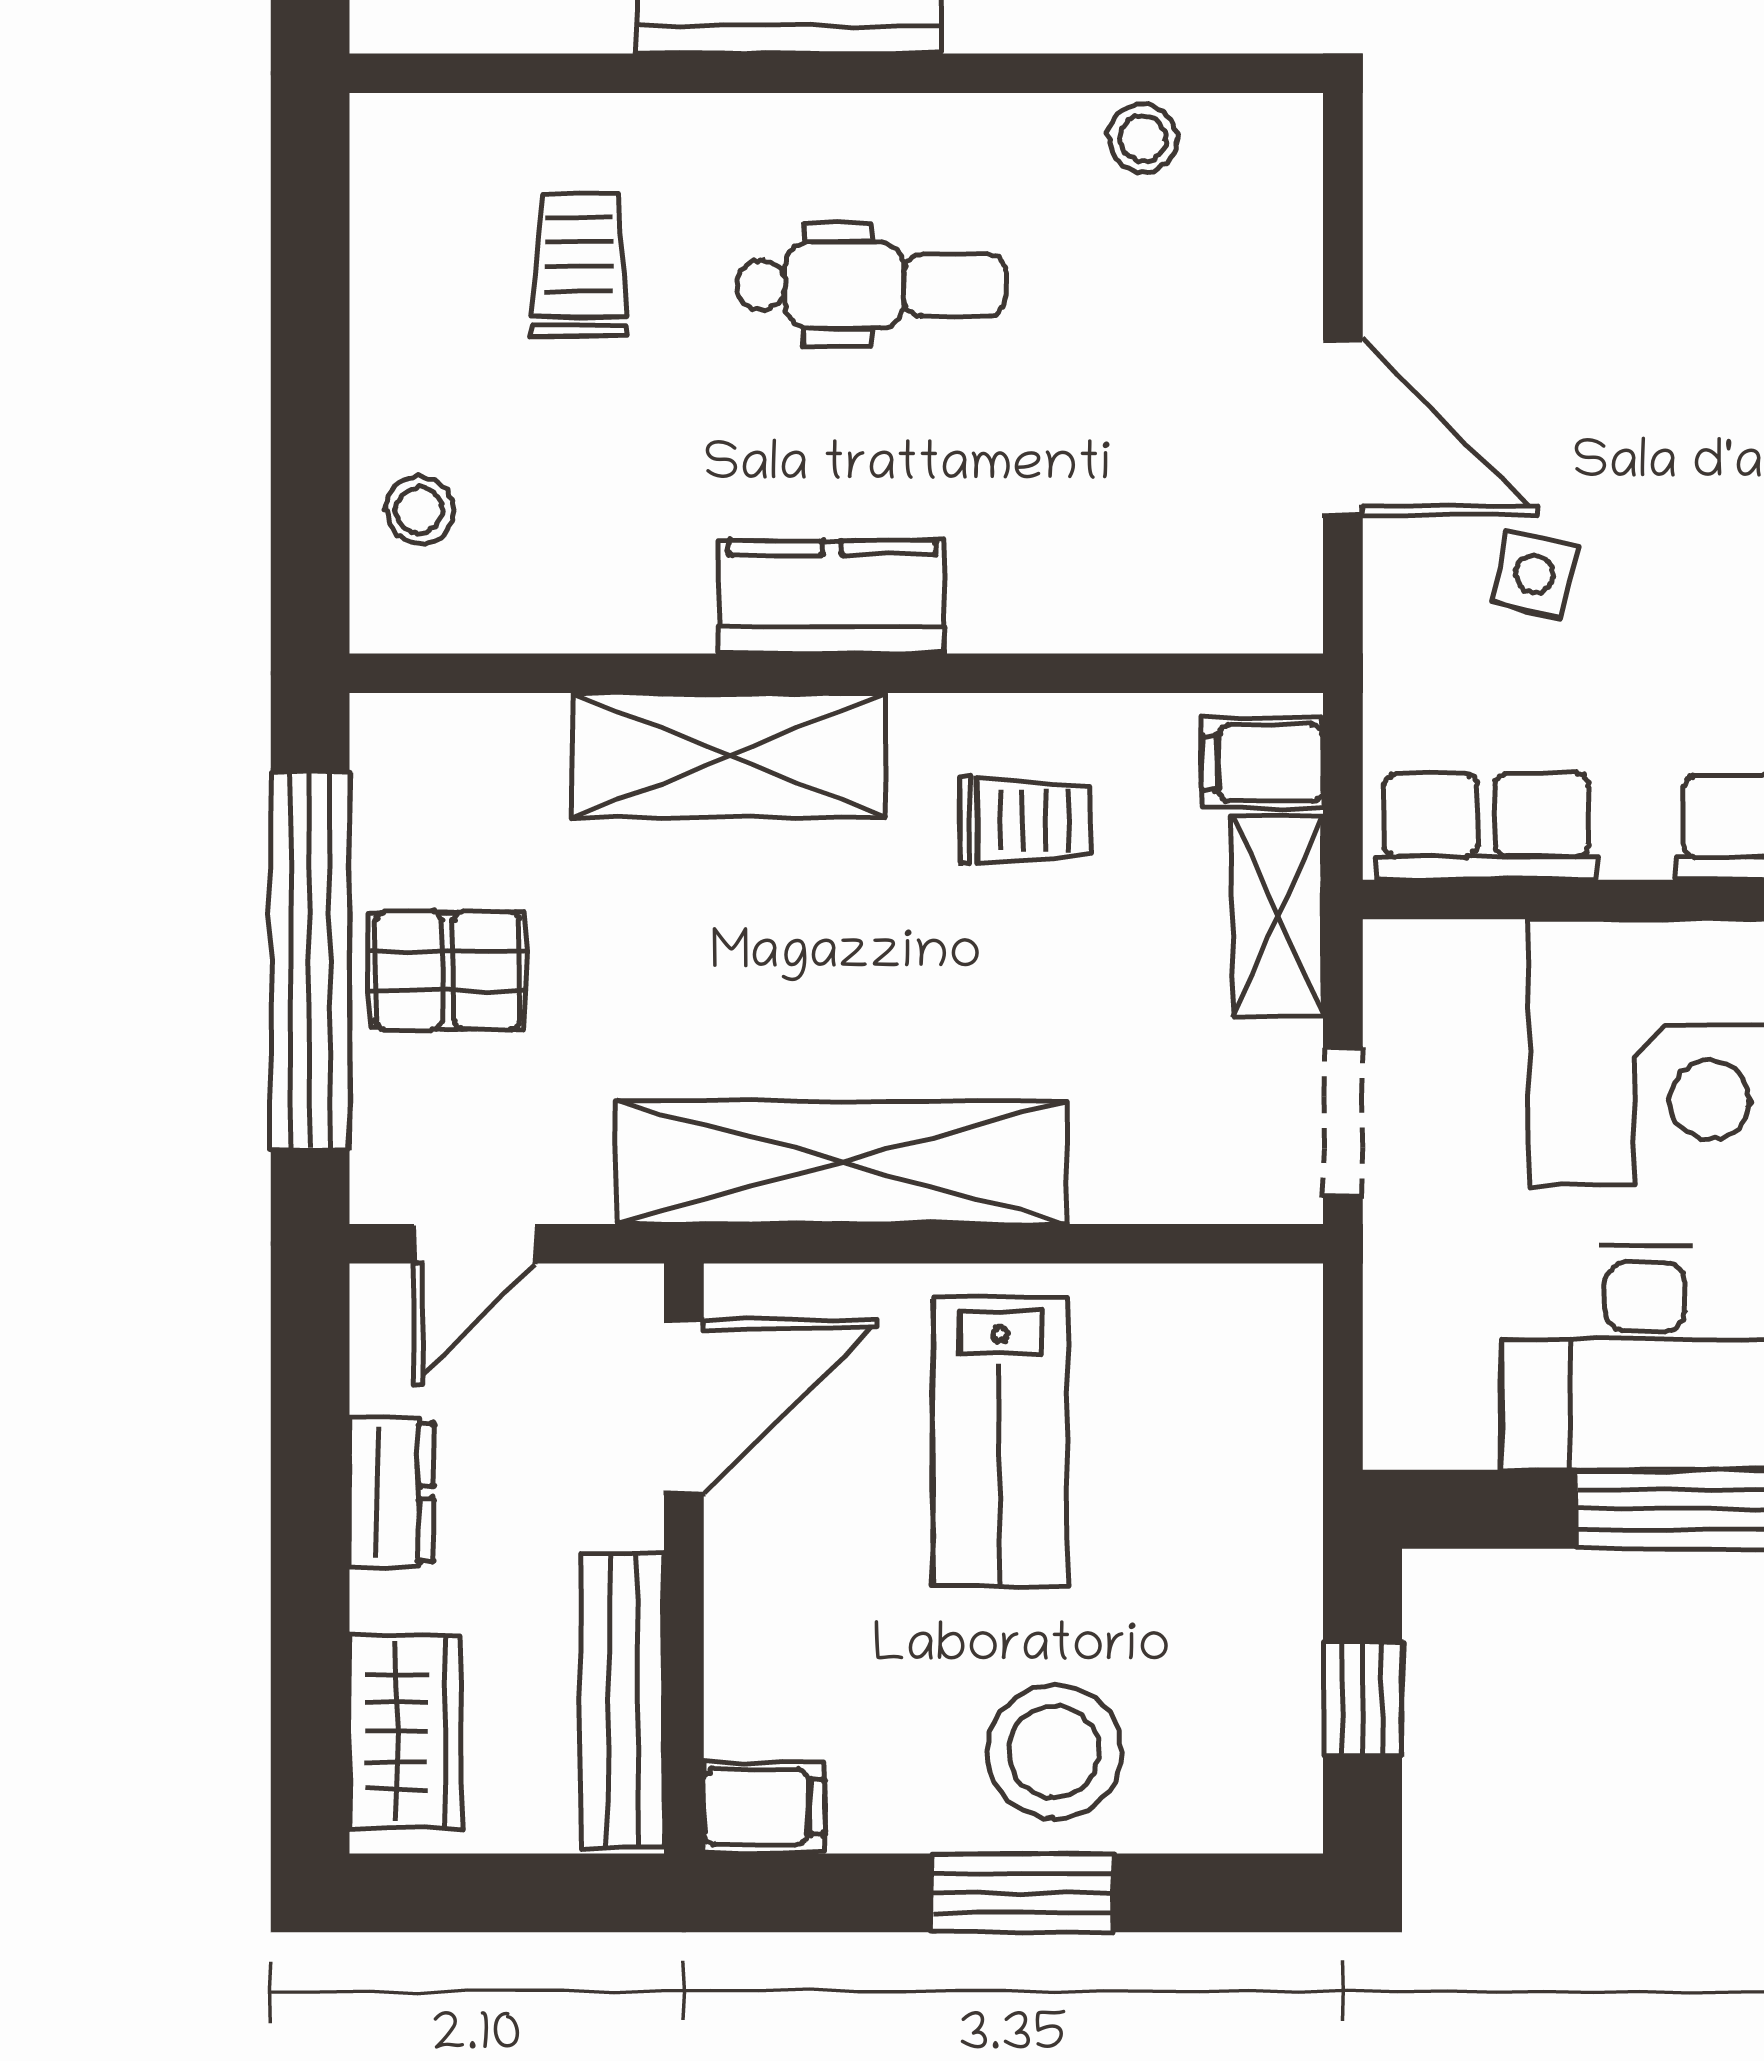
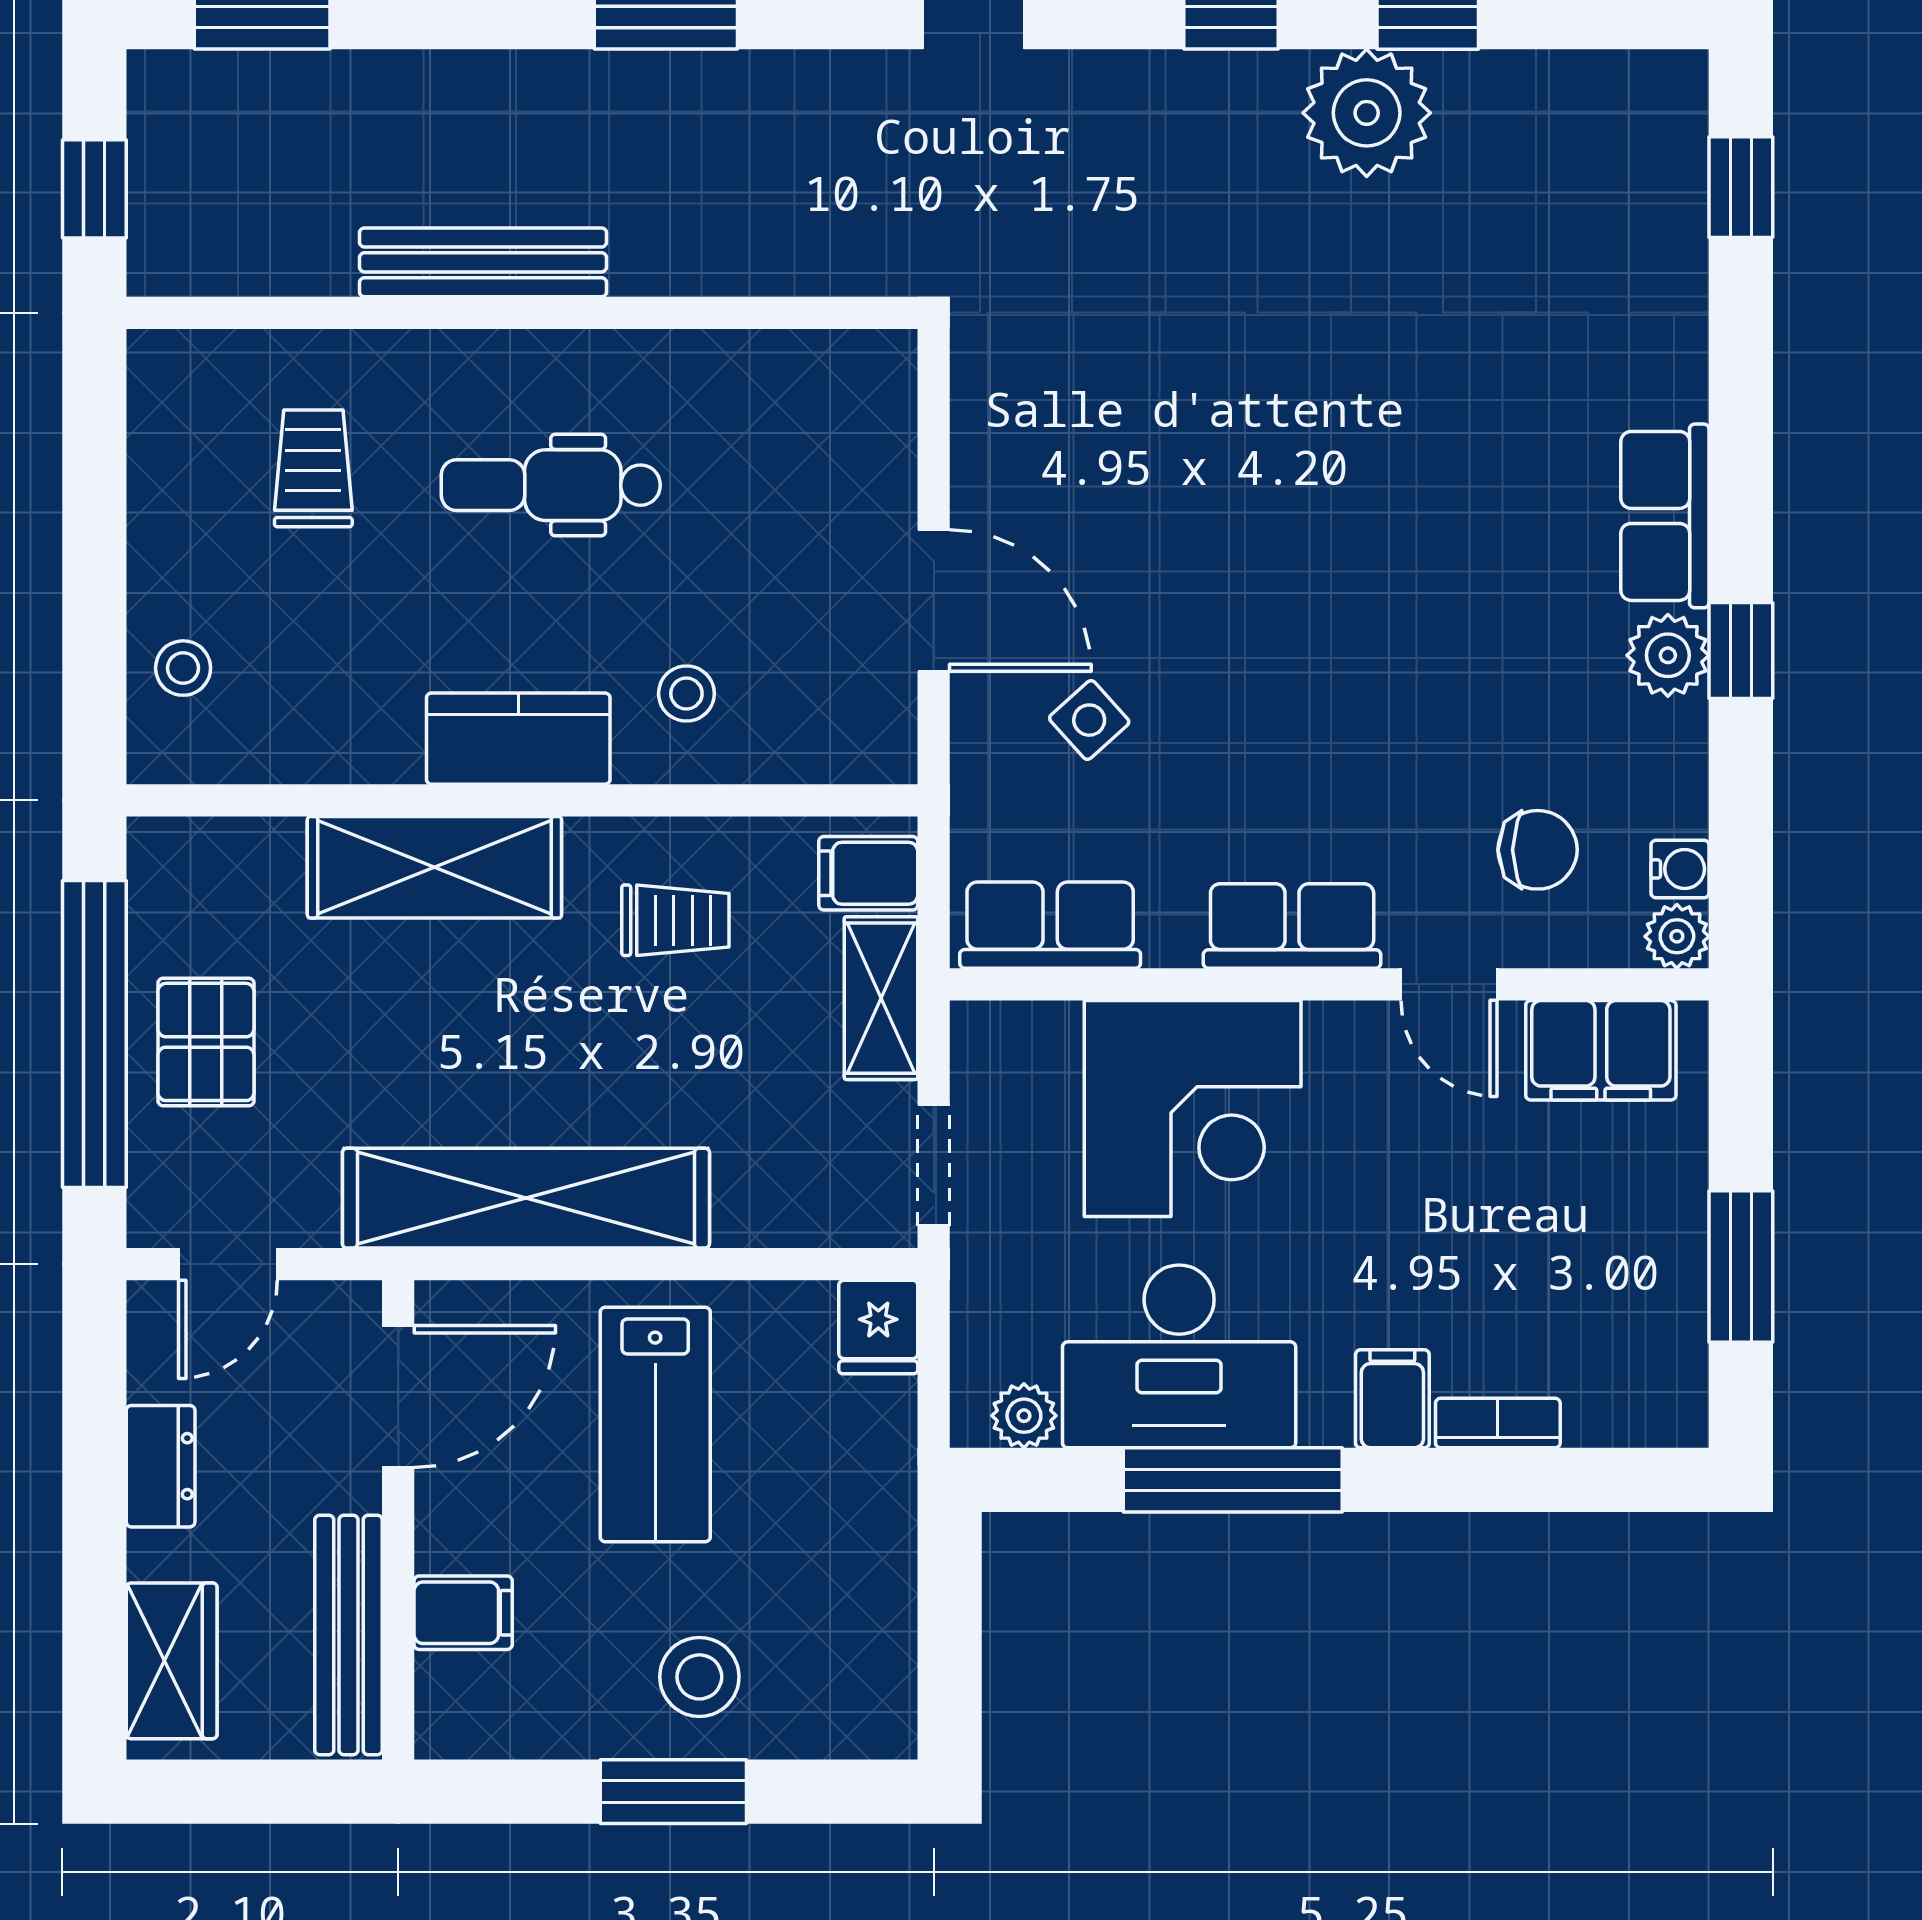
stool: (1143, 138) -> (686, 694), moved
dental chair: (872, 285) -> (551, 485), turned 180
side table: (1534, 574) -> (1089, 720), turned 34
pallet: (447, 970) -> (206, 1042), turned 90
fridge: (1275, 1321) -> (878, 1327), added
plant: (1454, 1430) -> (1024, 1416), added
window: (1363, 1699) -> (950, 1634), removed
stool: (1055, 1752) -> (699, 1677), width x0.73, depth x0.73
filing cabinet: (764, 1807) -> (463, 1613), moved

